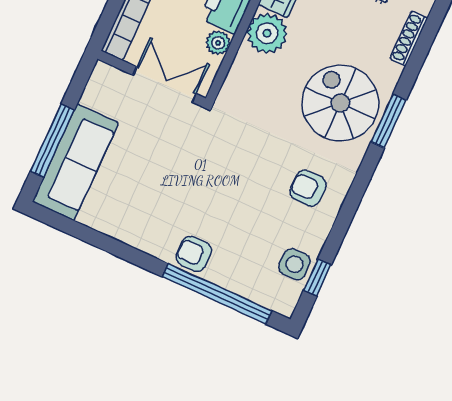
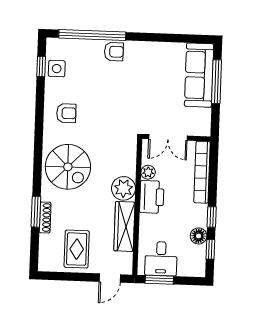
window: (389, 121) -> (36, 212), moved

